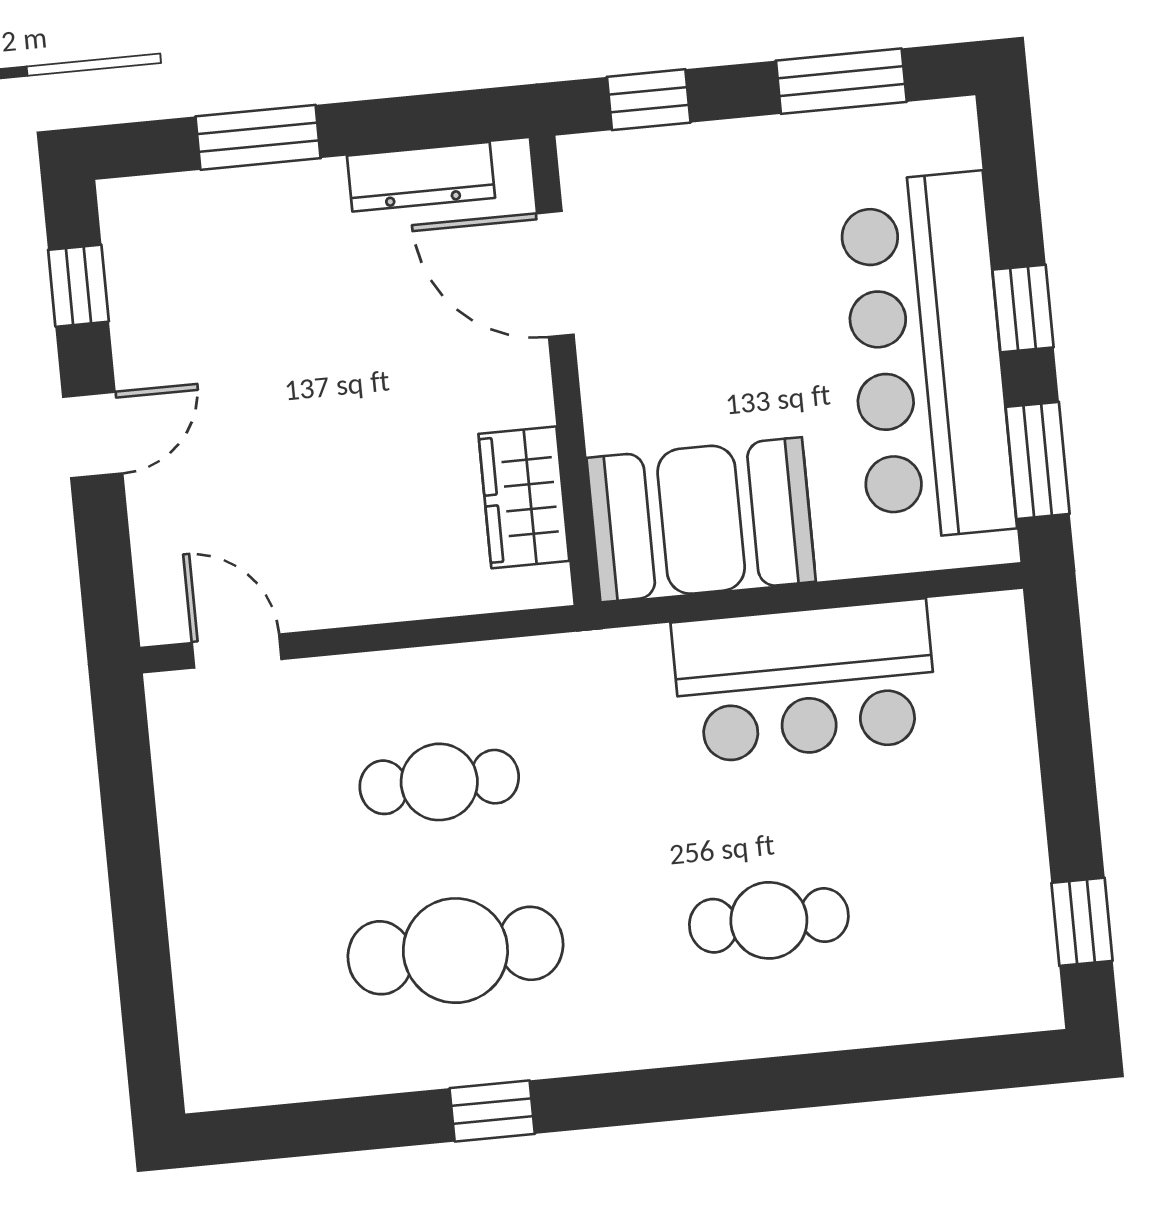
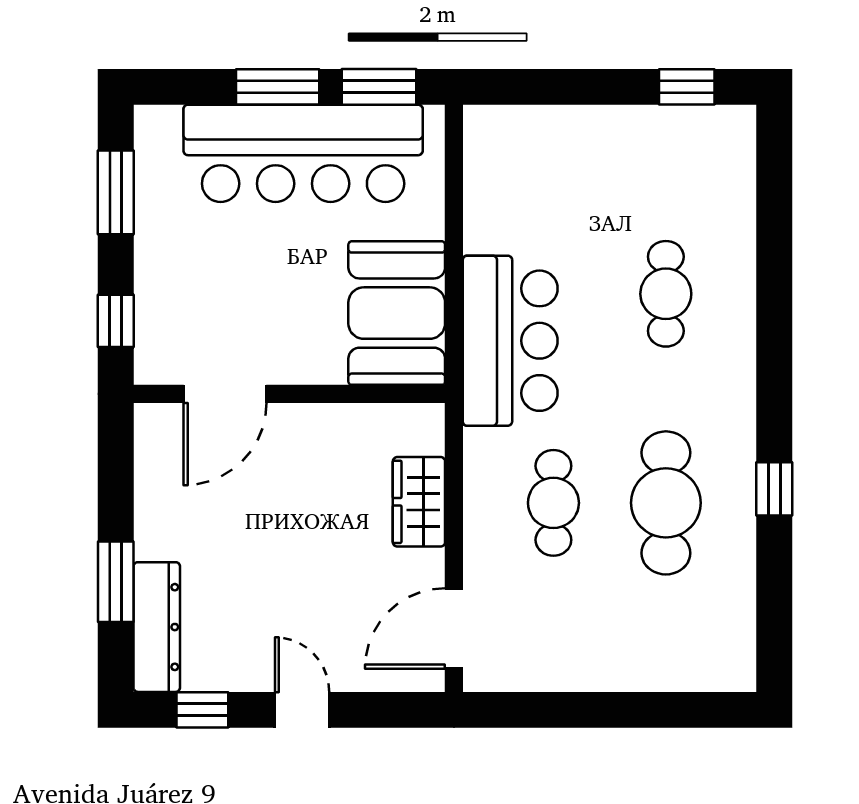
dresser: (421, 177) -> (157, 627), moved, width x1.37, depth x1.24
window: (1023, 308) -> (278, 87), width x1.50
wardrobe: (524, 497) -> (419, 502), moved, turned 90
door: (237, 651) -> (454, 628), width x1.38
bar counter: (805, 681) -> (510, 341), moved

